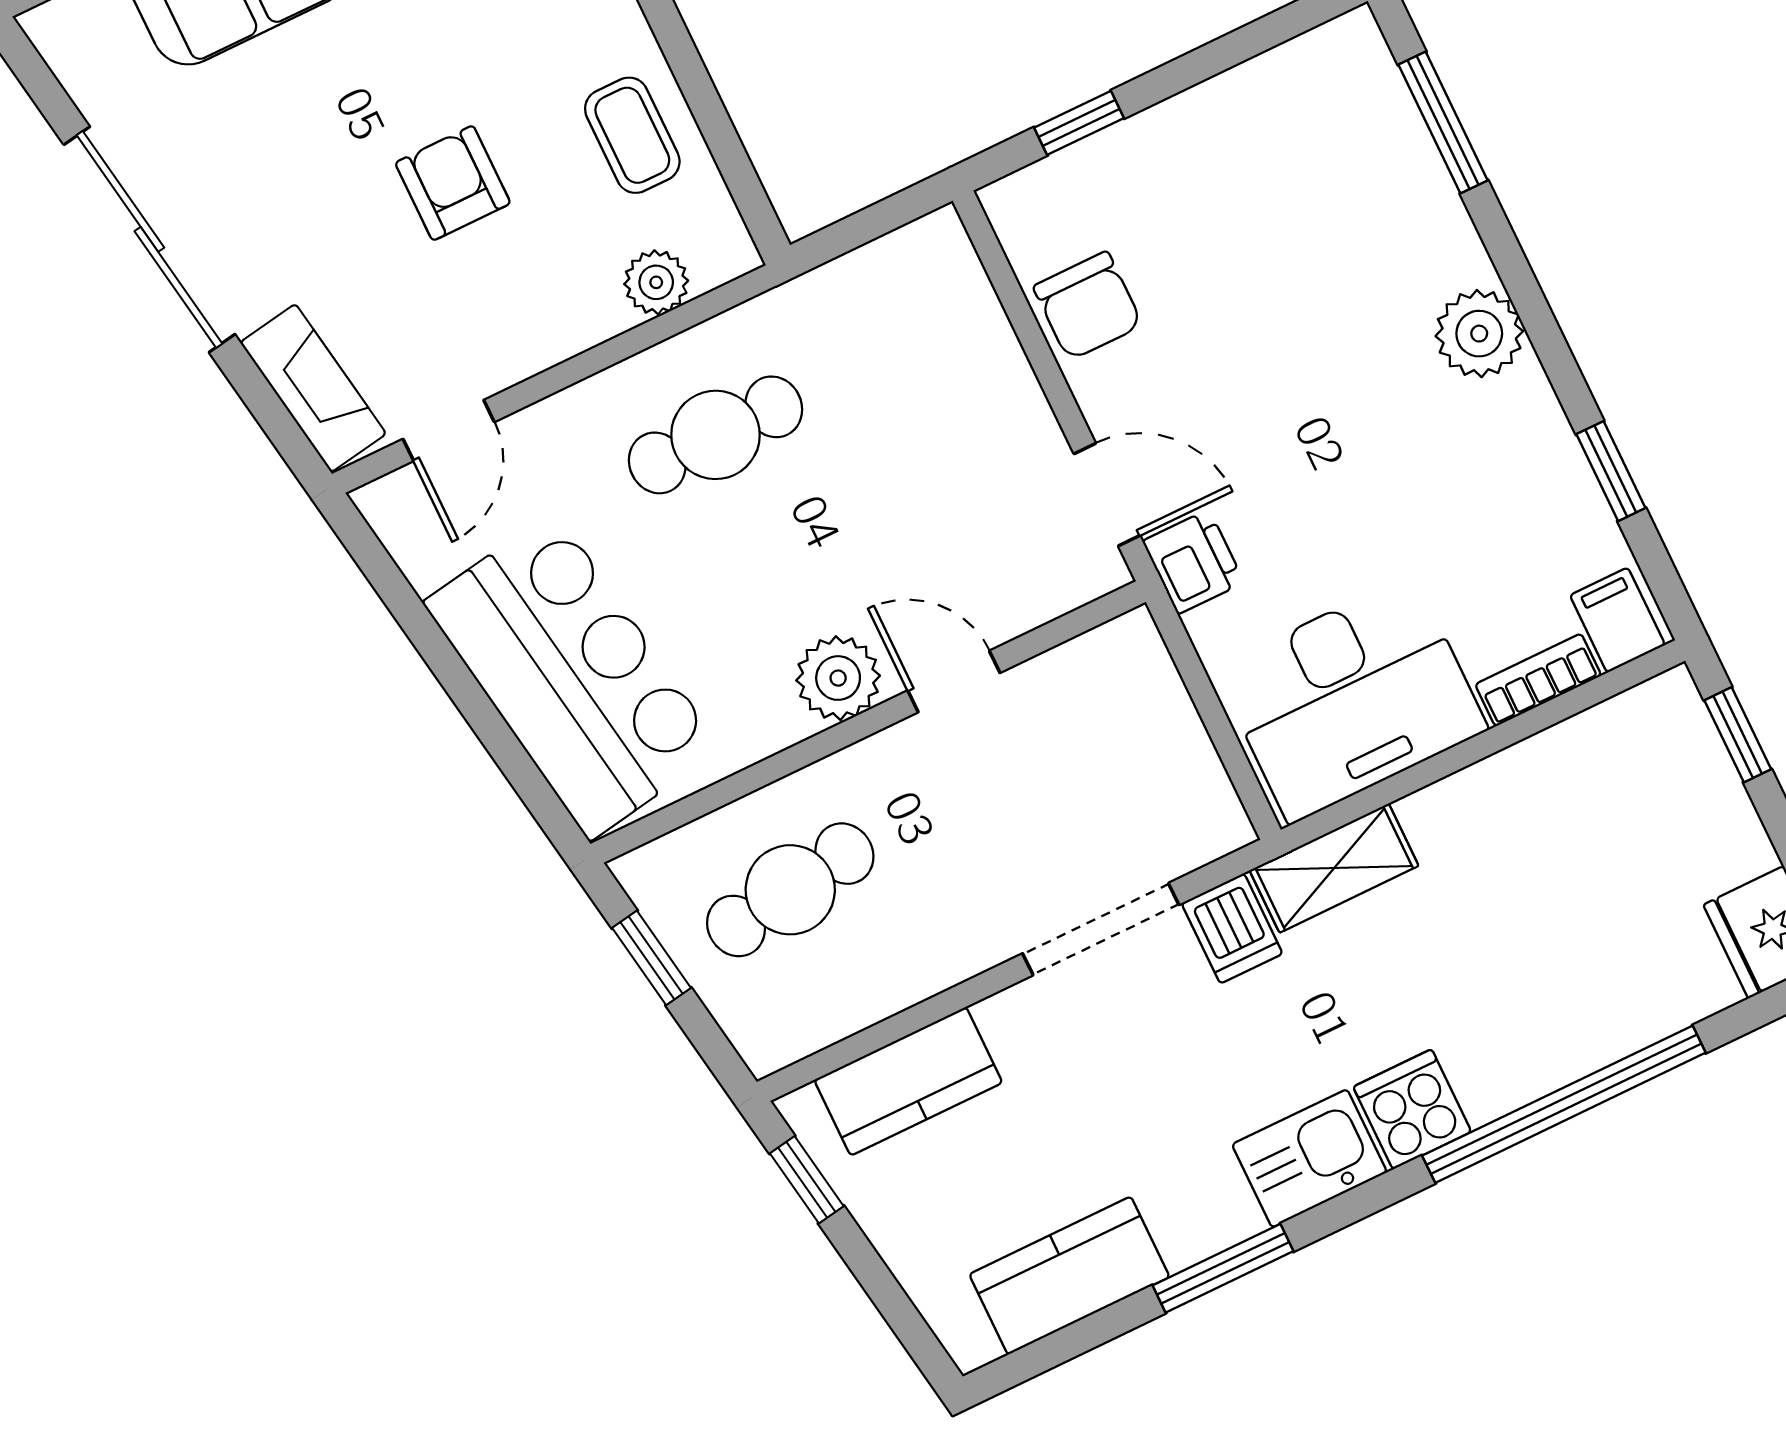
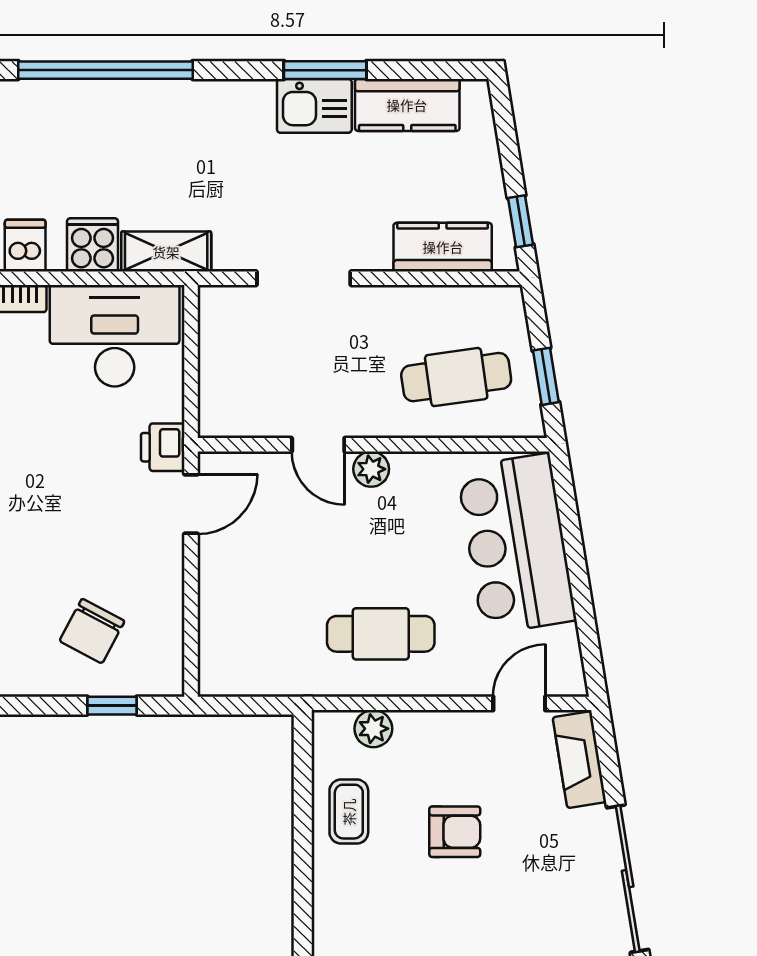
armchair: (453, 183) -> (455, 832), turned -90
chair: (1088, 306) -> (92, 631), moved, turned -152
door: (1107, 495) -> (191, 504), swing flipped
plant: (838, 678) -> (371, 469), width x0.73, depth x0.73
dishwasher: (1232, 928) -> (25, 246), moved
cooker: (1412, 1109) -> (93, 245), moved, turned 180
kitchen sink: (1309, 1158) -> (314, 106), moved

